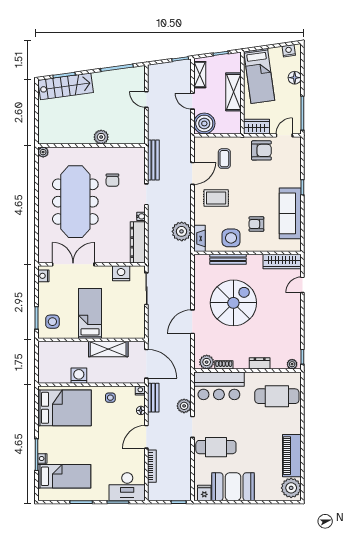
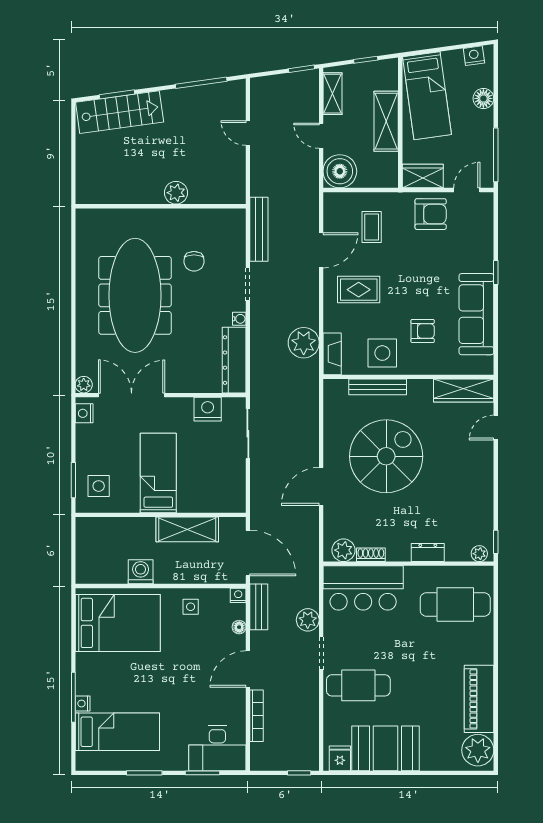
plant: (43, 152) -> (84, 385), moved
armchair: (256, 224) -> (423, 331), turned 180

